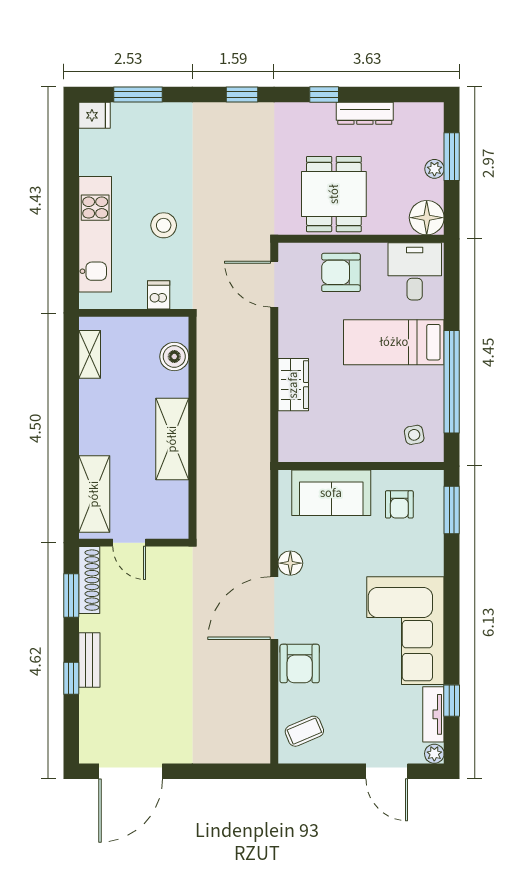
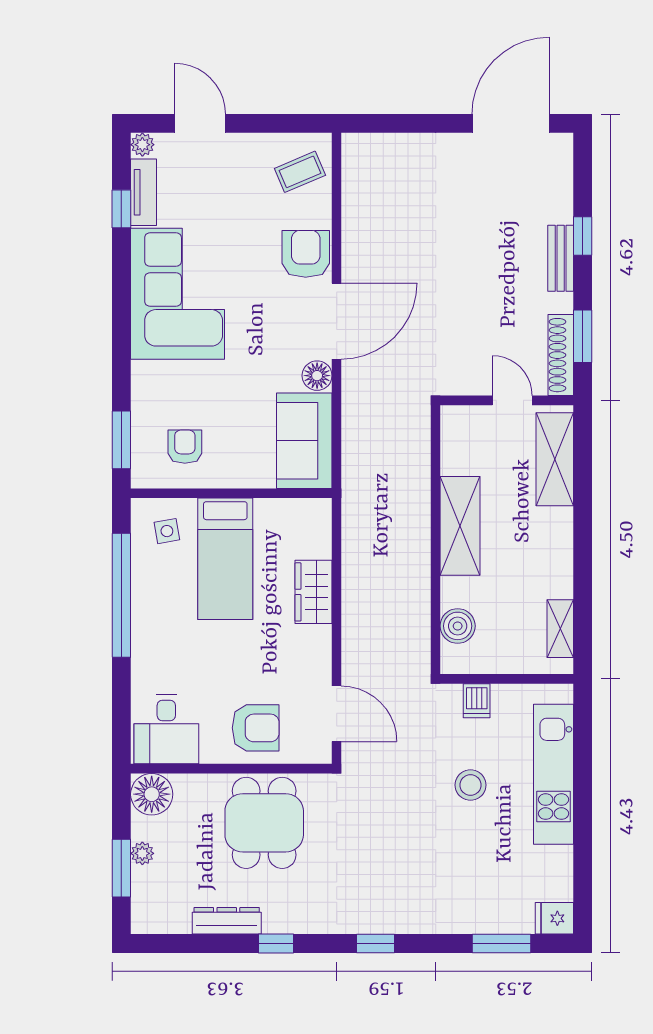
bed: (394, 342) -> (225, 559), moved, turned 90
sofa: (331, 493) -> (304, 441), moved, turned -90

